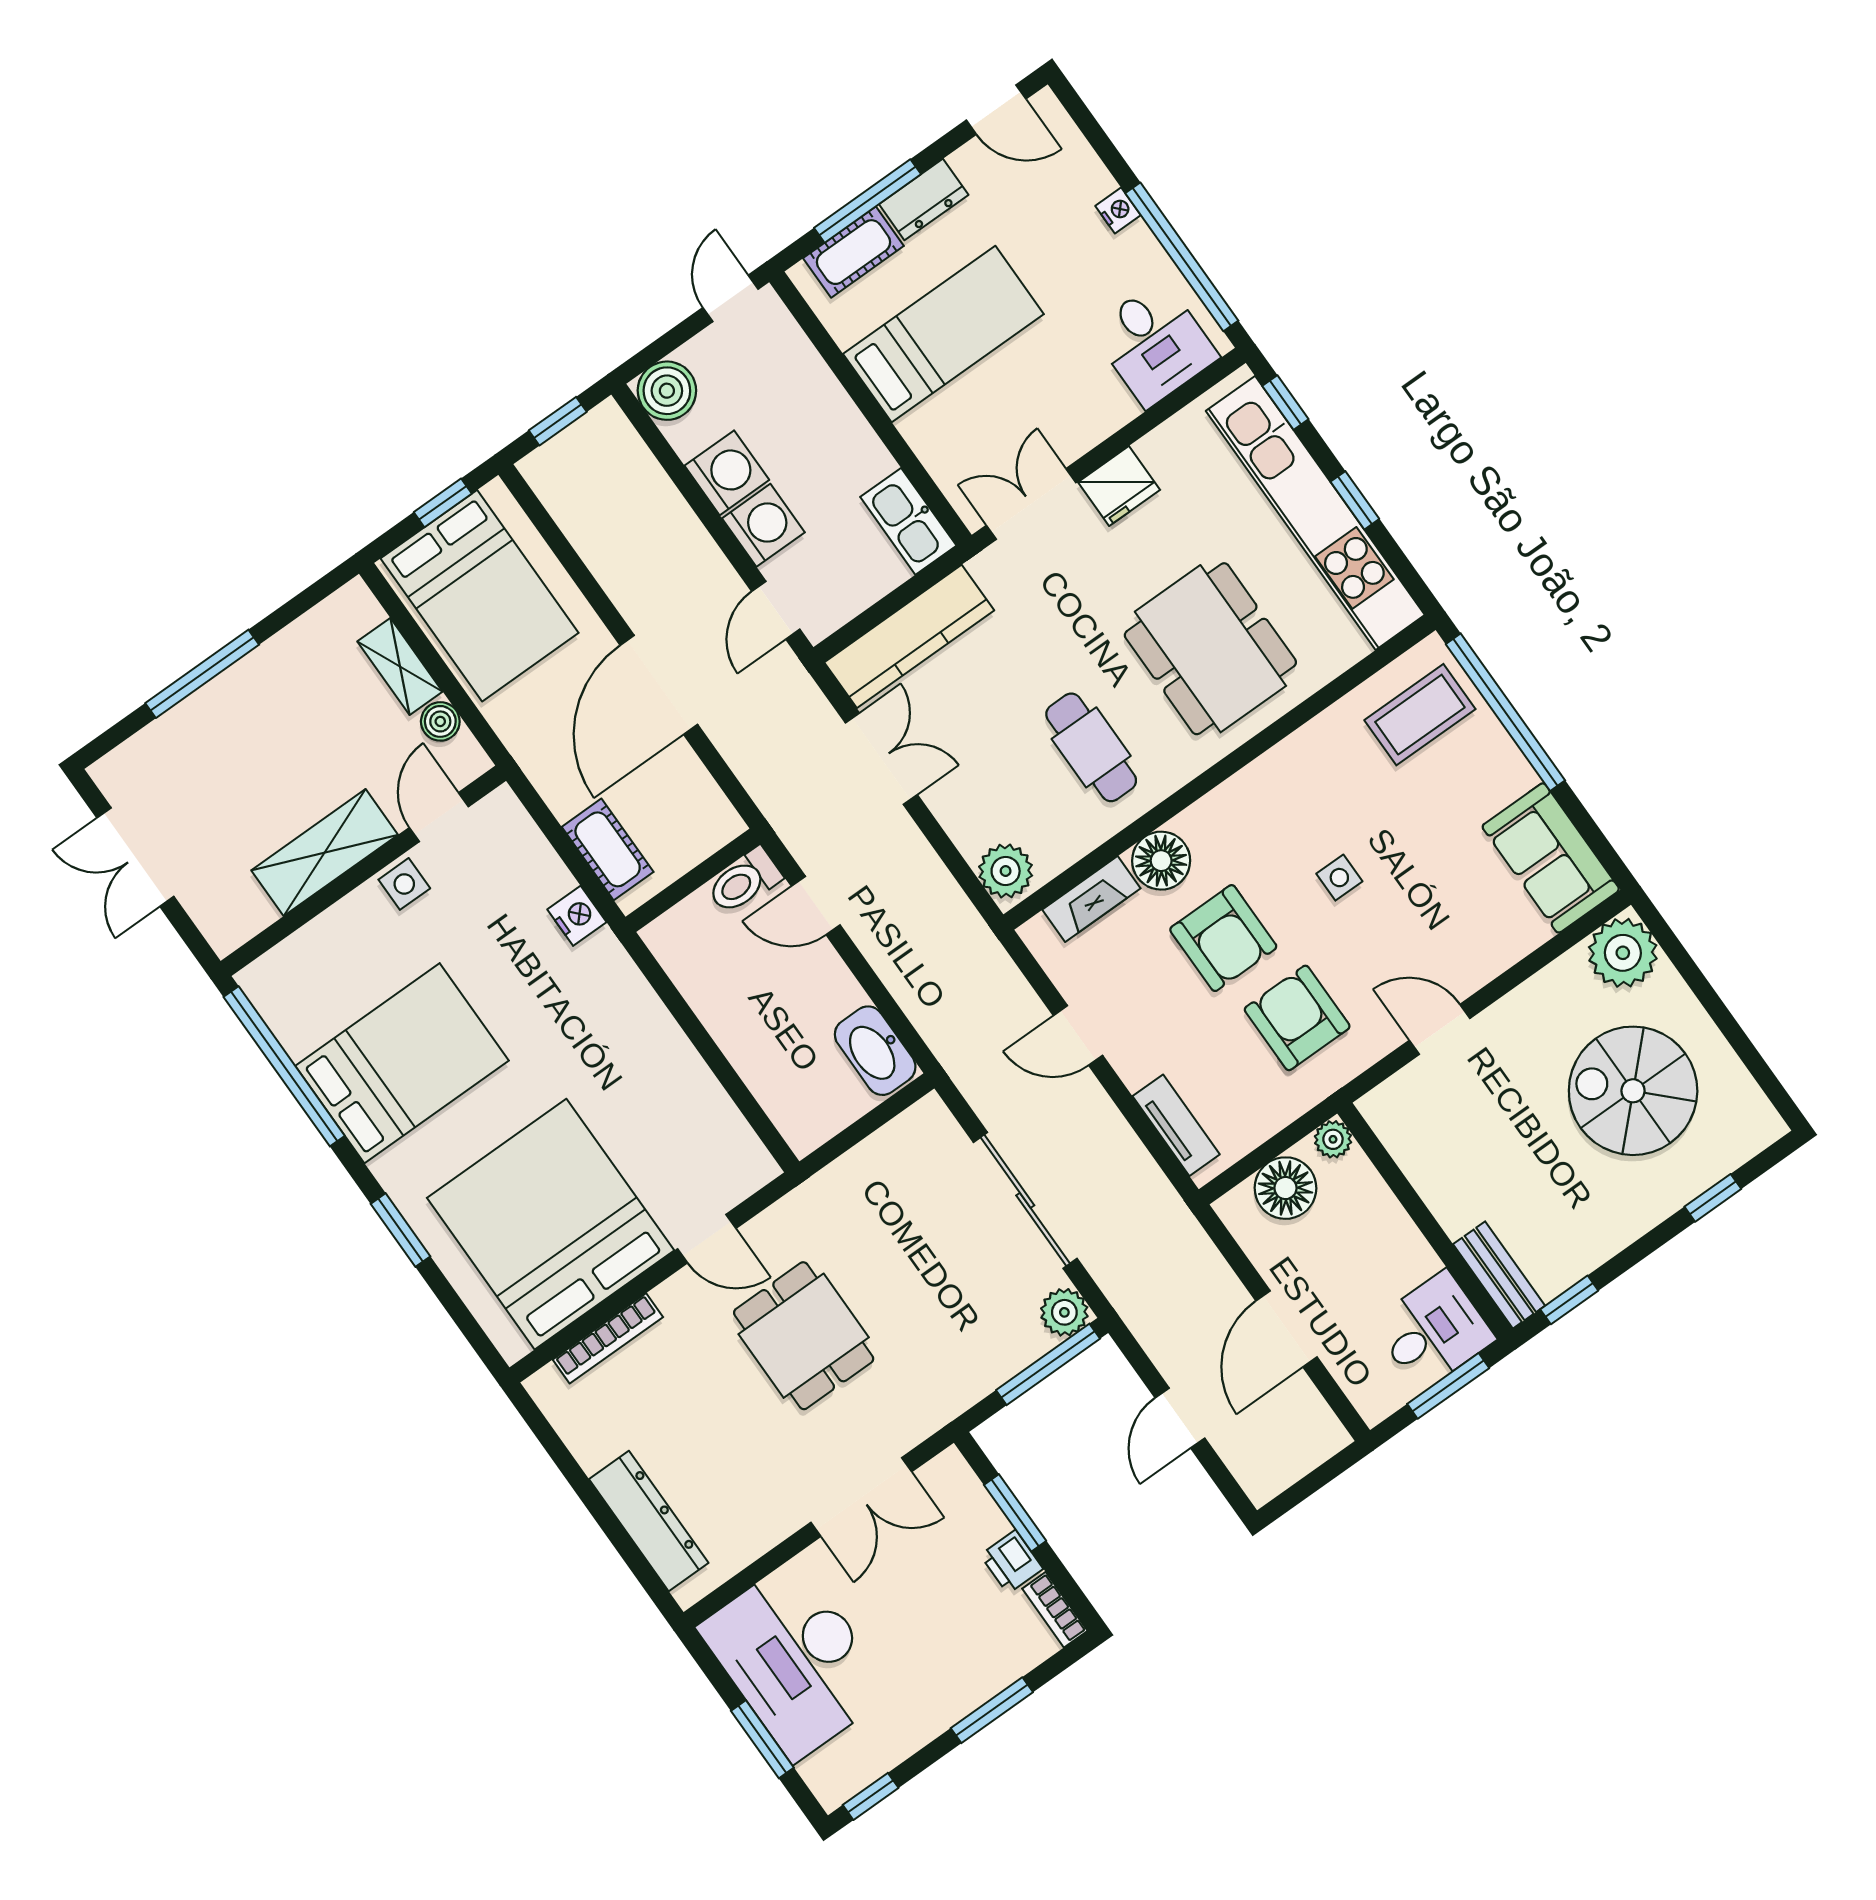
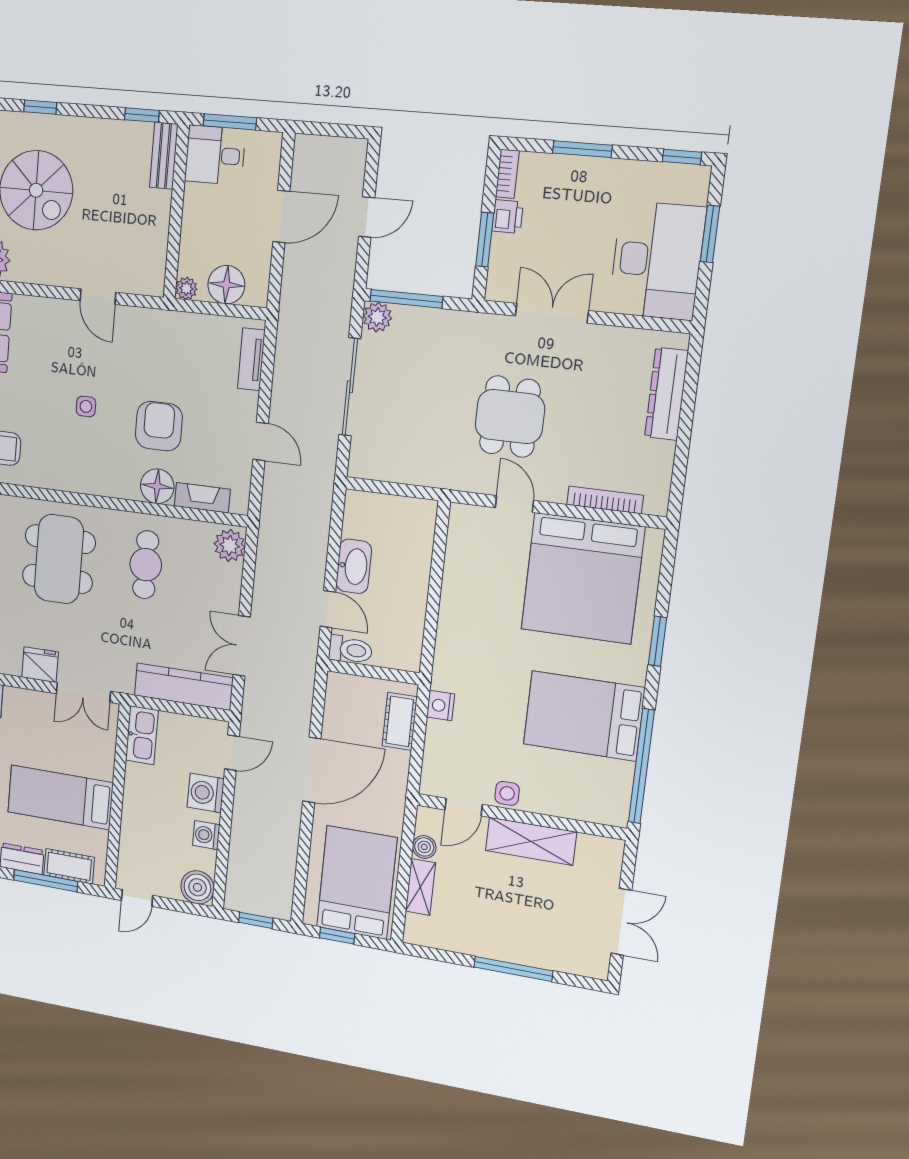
washing machine: (727, 473) -> (206, 835), width x0.73, depth x0.73
armchair: (1297, 1018) -> (156, 360), removed
washbasin: (875, 1051) -> (354, 566), moved

